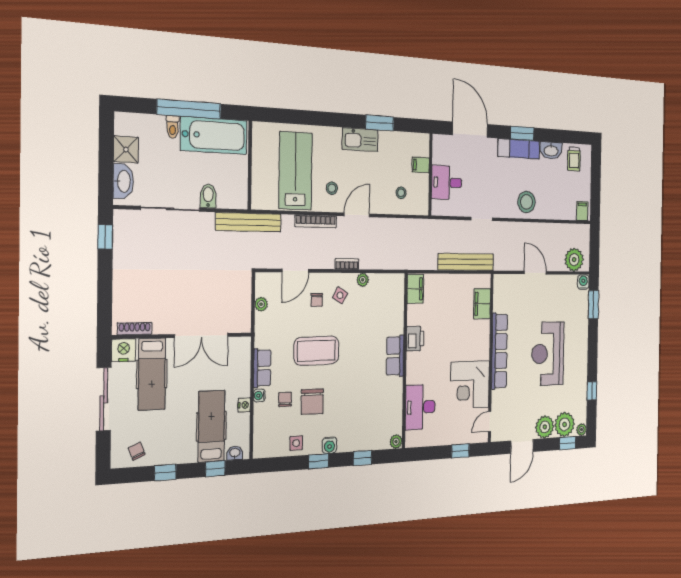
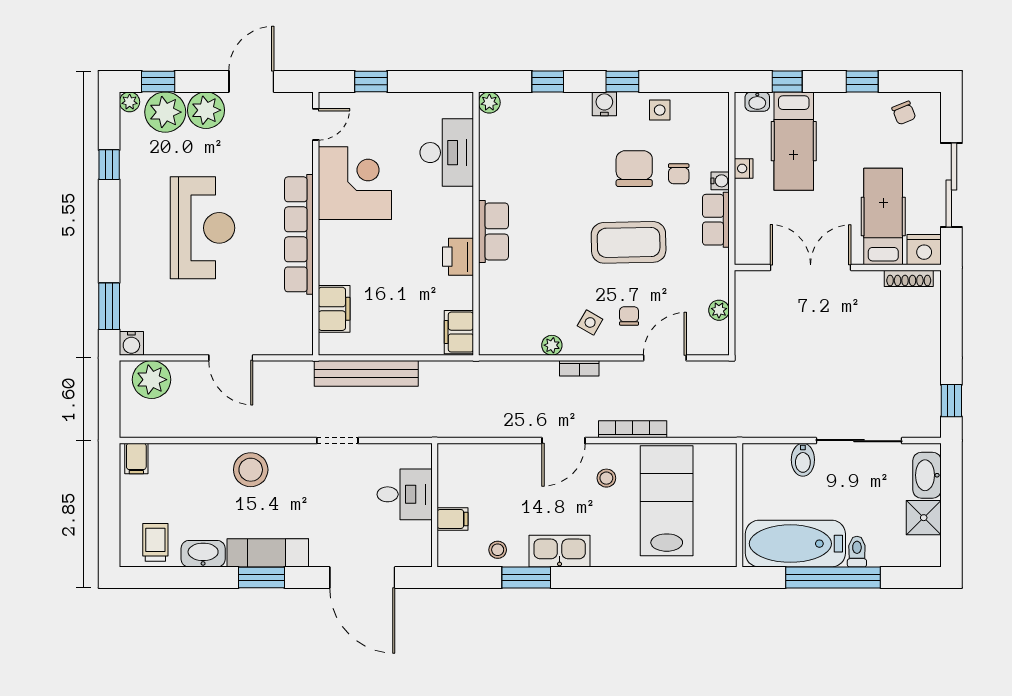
lab bench: (296, 171) -> (667, 501), turned 180
stool: (401, 193) -> (498, 550), moved
bench: (249, 222) -> (740, 425), removed

